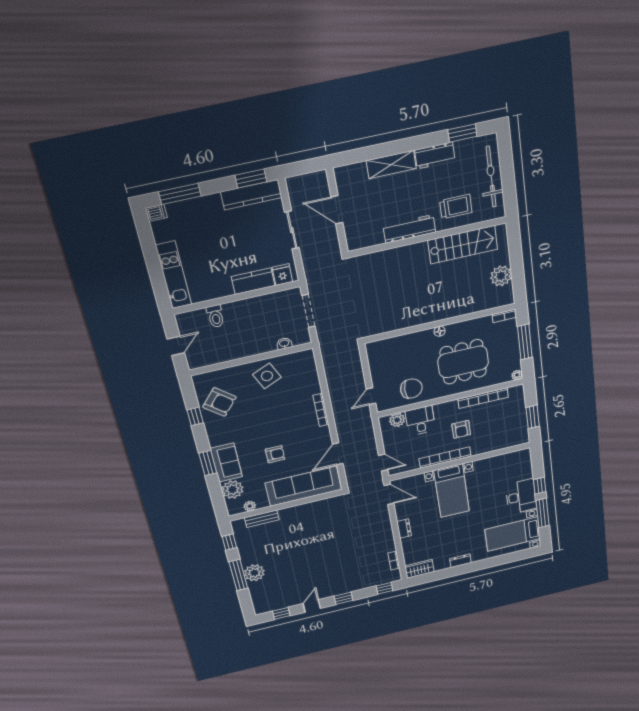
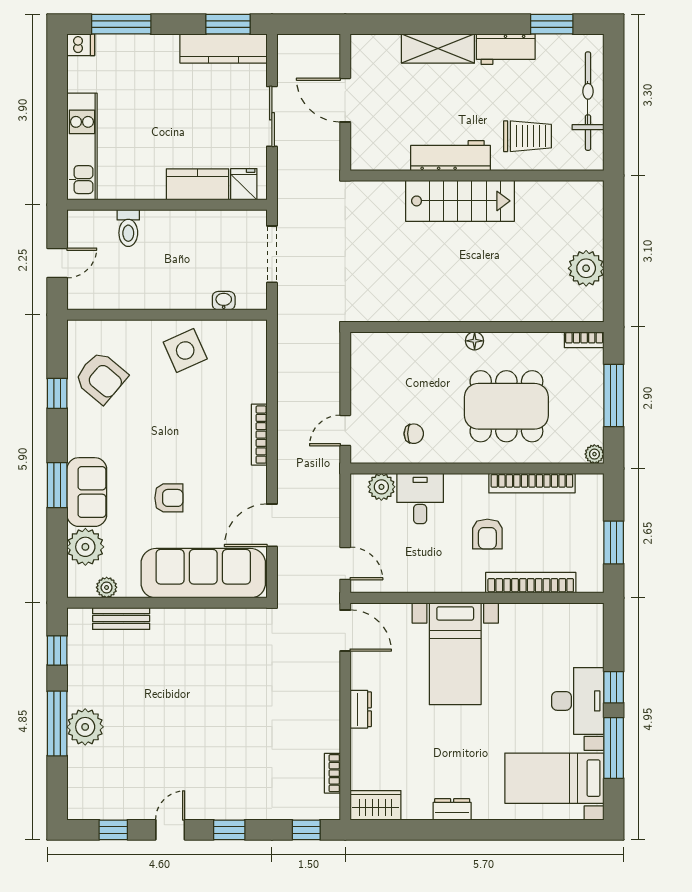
stairs: (463, 245) -> (460, 201), moved
chair: (411, 389) -> (414, 434), width x0.54, depth x0.54
bookcase: (445, 458) -> (531, 583), moved

